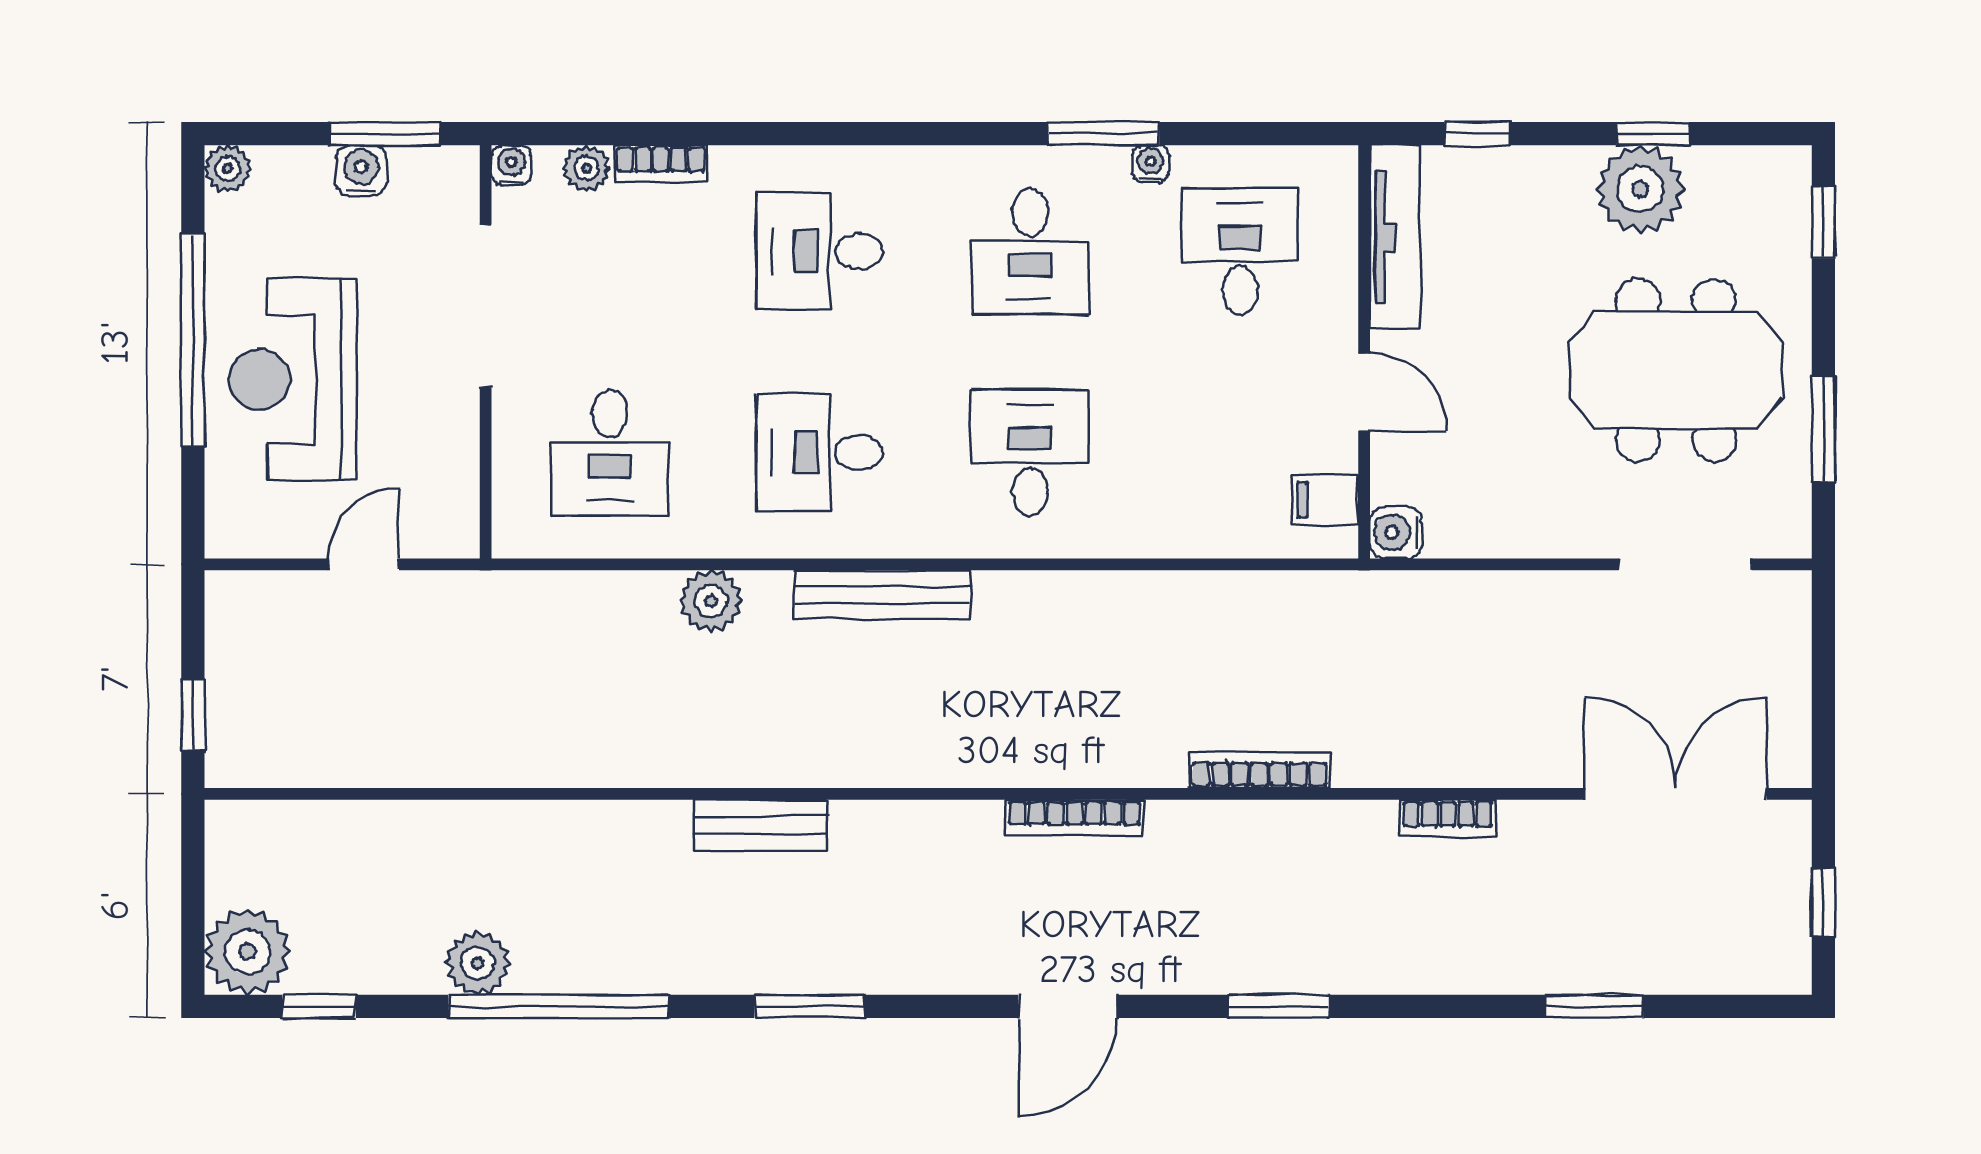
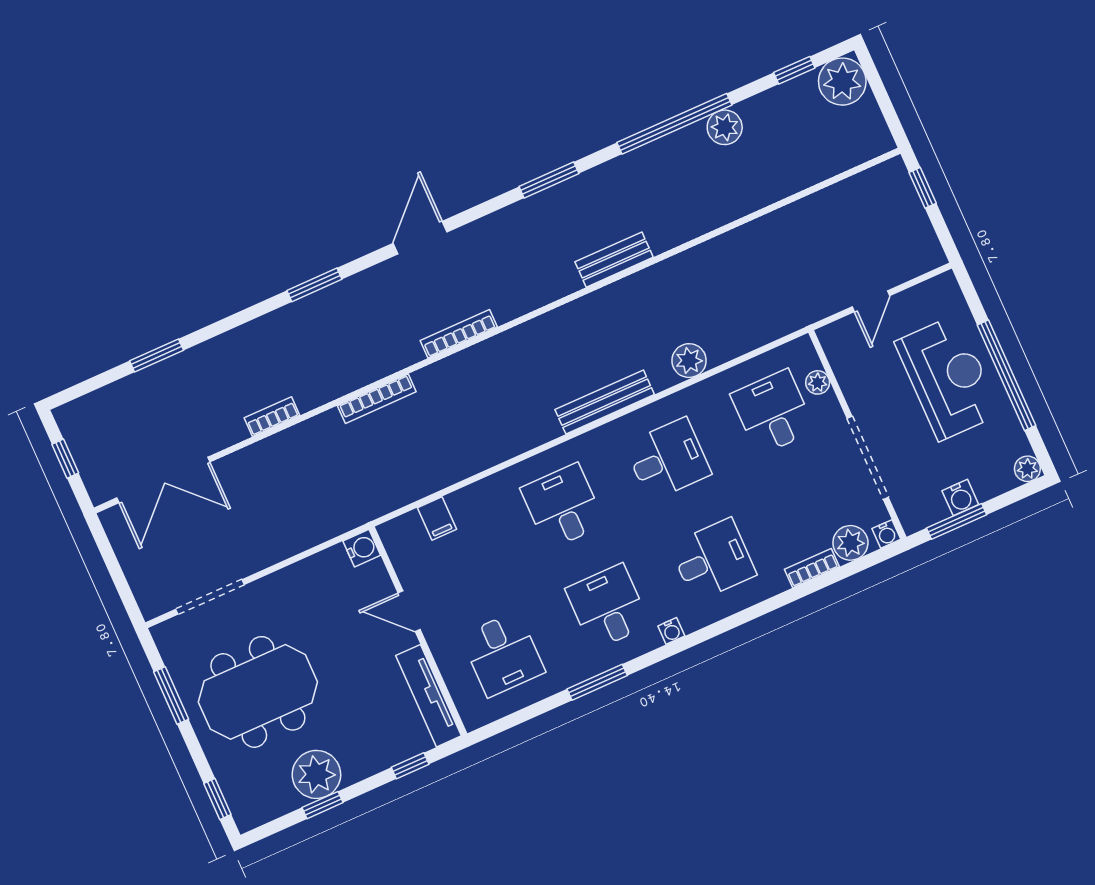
water cooler: (1151, 164) -> (671, 631), moved
plant: (587, 168) -> (850, 543), width x1.38, depth x1.38
desk: (1030, 452) -> (563, 506), turned 180
plant: (513, 469) -> (818, 382), added
filing cabinet: (1326, 500) -> (437, 519), moved, turned 90

